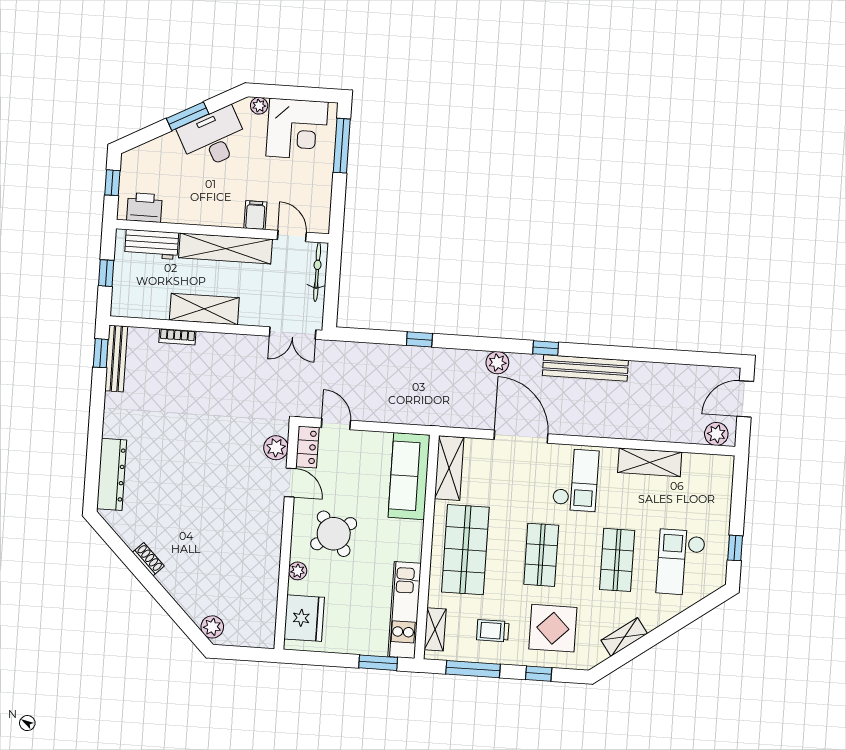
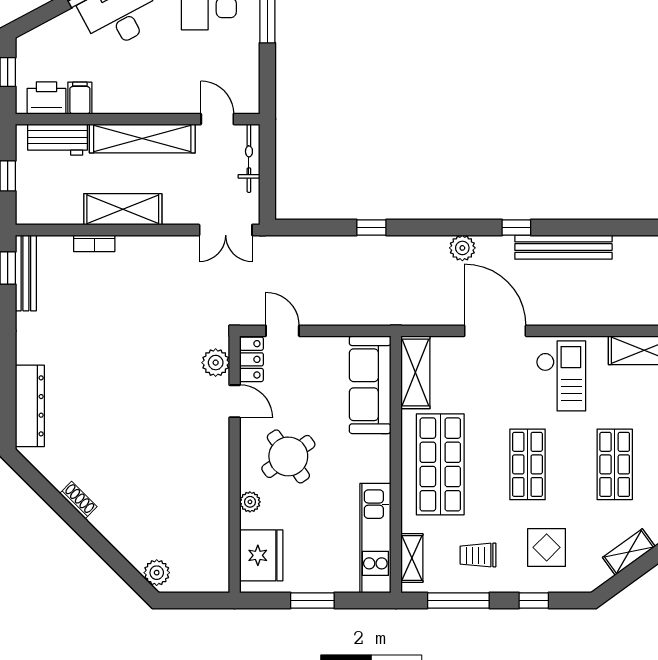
filing cabinet: (255, 215) -> (80, 98), moved
display table: (553, 628) -> (547, 547), width x0.73, depth x0.73
window: (378, 663) -> (312, 601), moved

